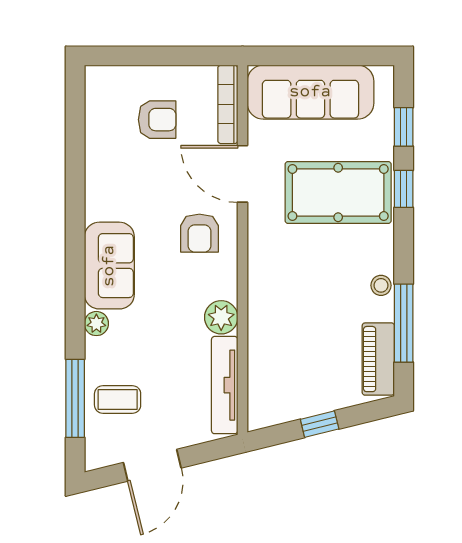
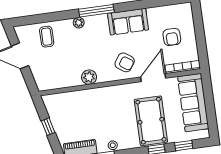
armchair: (199, 233) -> (125, 62), turned -145
sofa: (109, 266) -> (128, 22), moved
tv unit: (225, 385) -> (60, 83), removed
window: (75, 398) -> (96, 11), moved

